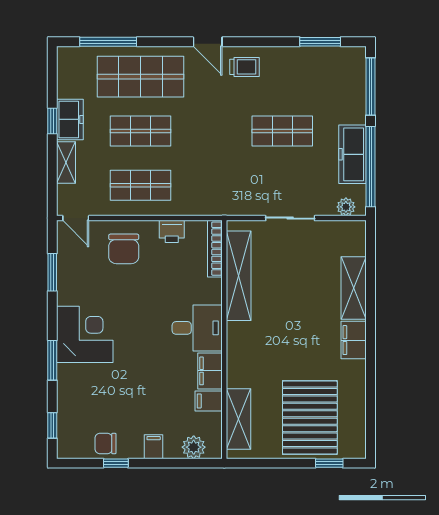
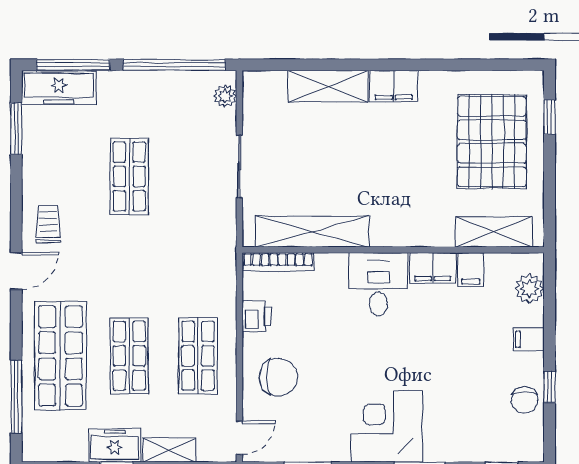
freezer: (353, 154) -> (59, 88), moved
pallet: (310, 418) -> (492, 142), turned 90

